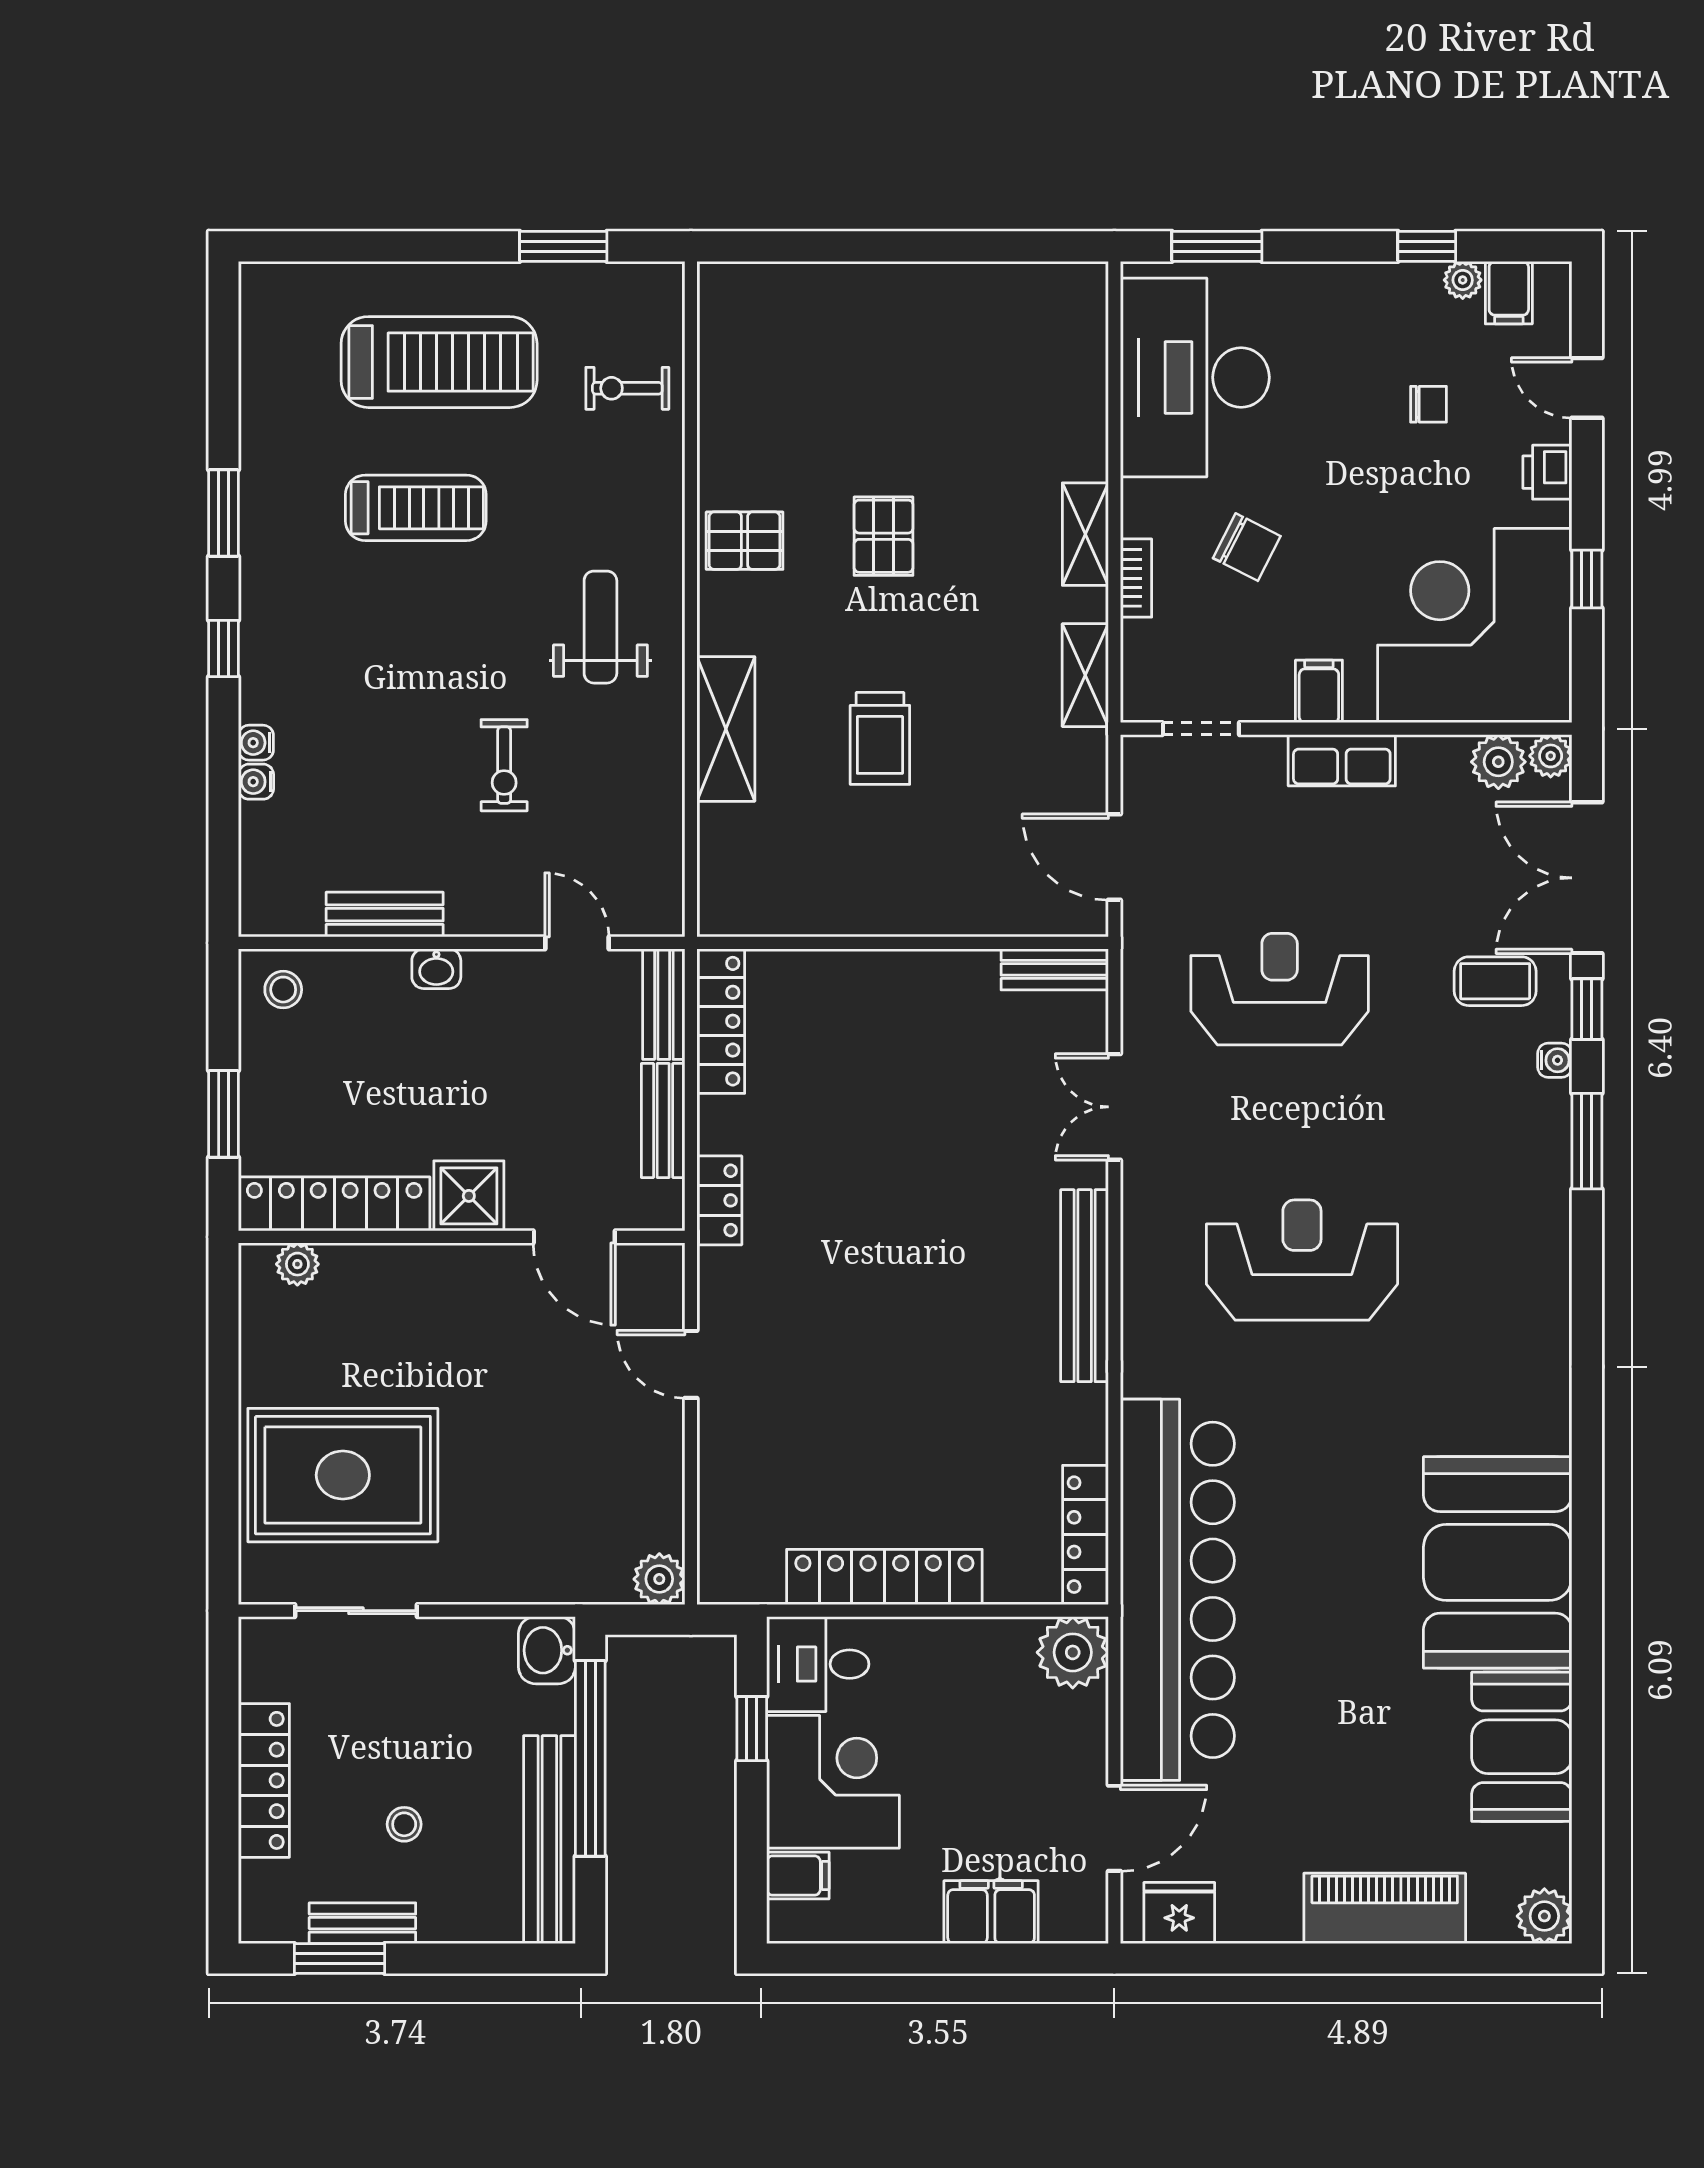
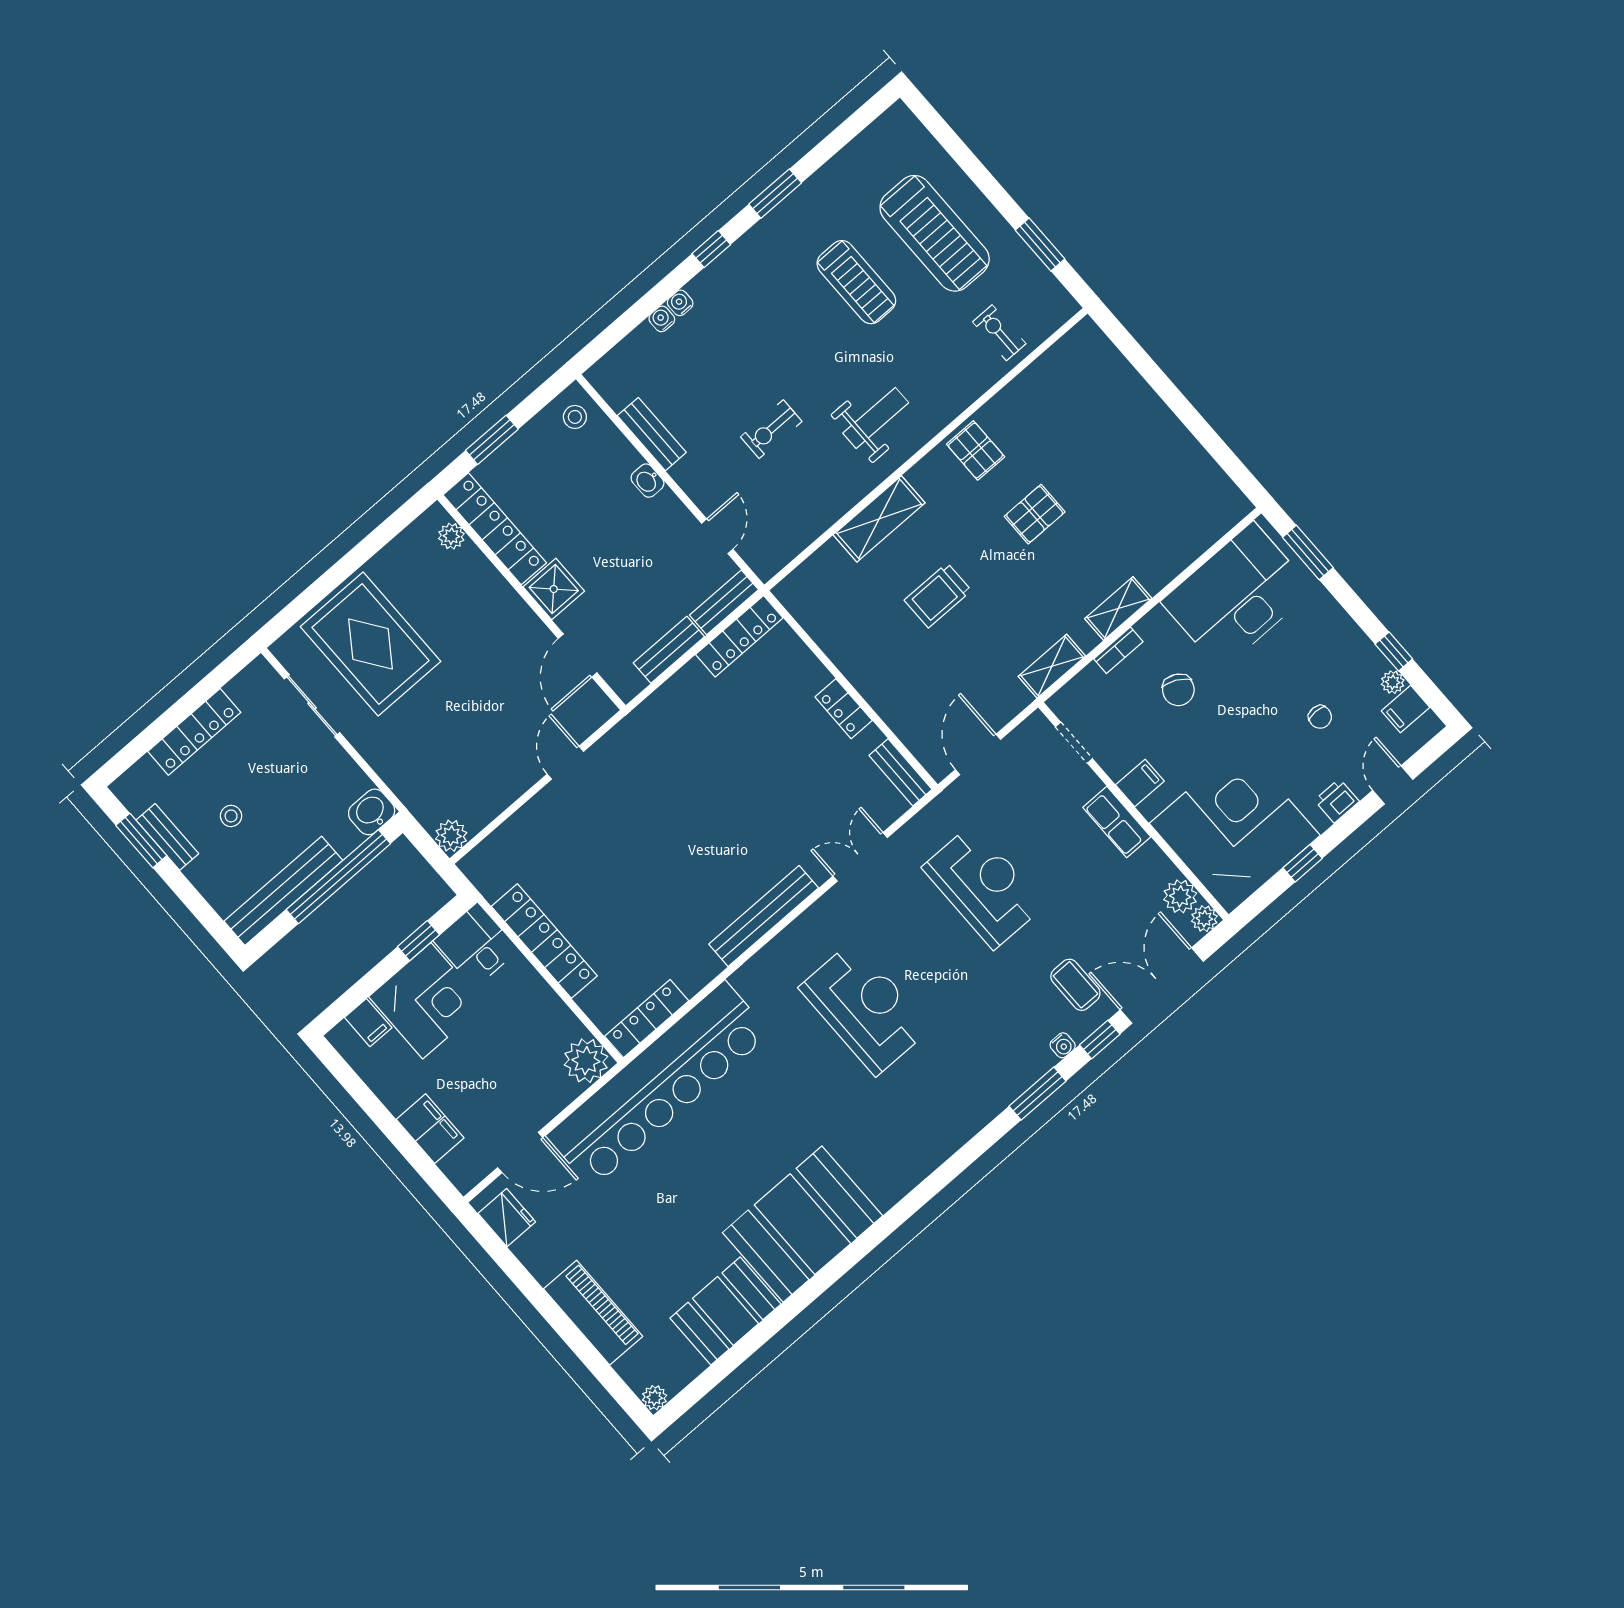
locker: (719, 1200) -> (844, 709), moved, turned 90
plant: (1544, 1916) -> (655, 1398), width x0.73, depth x0.73

